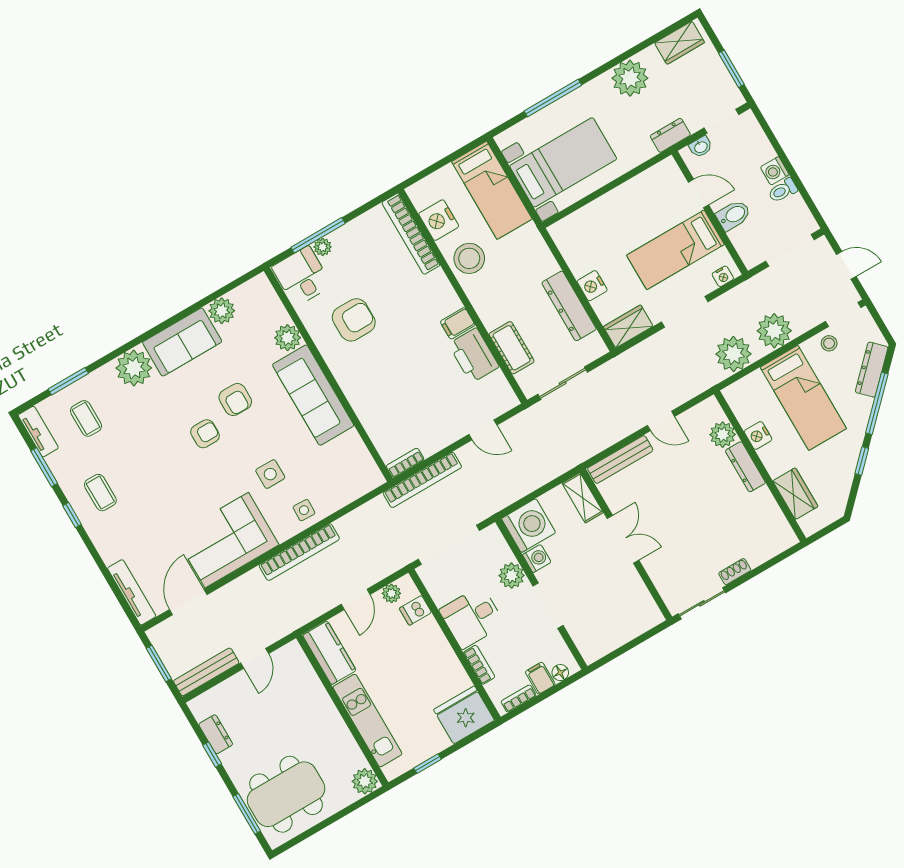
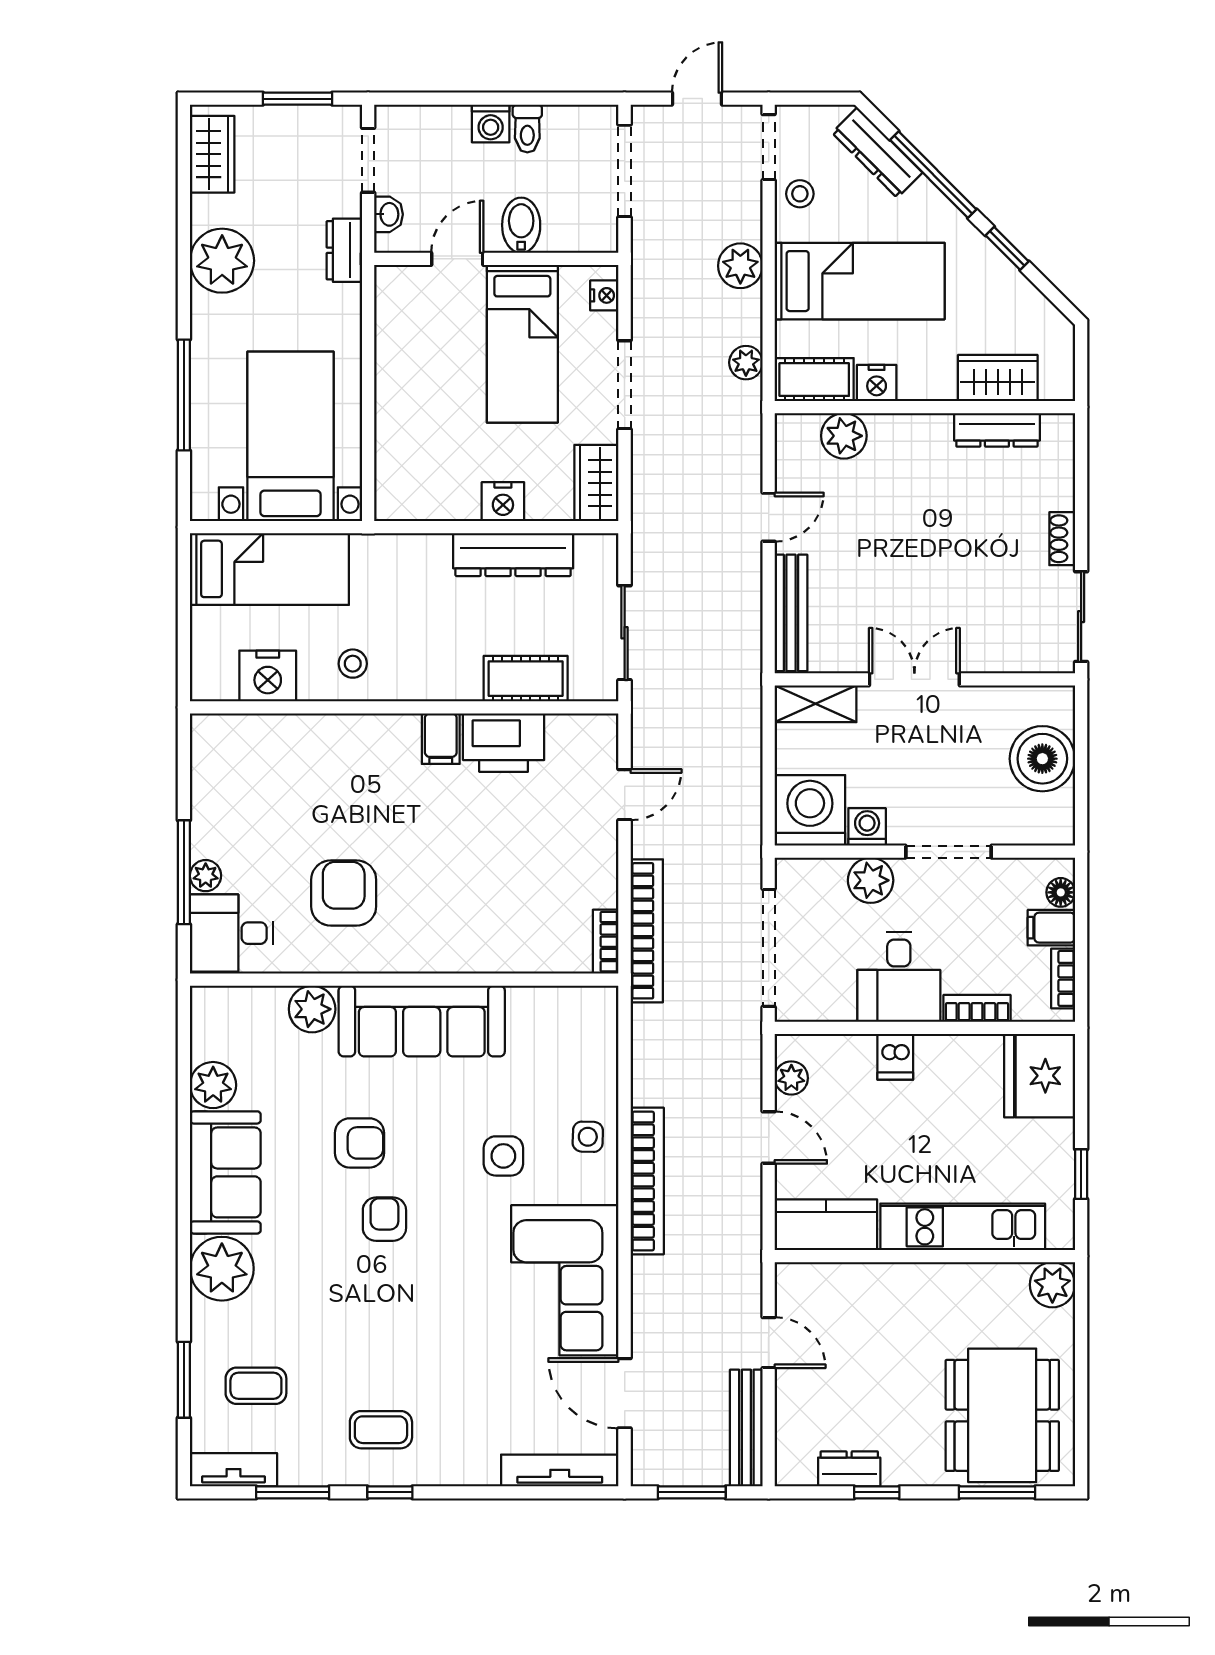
bookcase: (411, 234) -> (264, 730), removed
stool: (469, 258) -> (353, 664), width x0.53, depth x0.53
plant: (774, 331) -> (740, 266), width x0.73, depth x0.73
plant: (733, 354) -> (746, 363), width x0.53, depth x0.53
cot: (742, 404) -> (814, 380), added
dresser: (745, 467) -> (997, 430), moved
dishwasher: (415, 610) -> (895, 1057), moved
boiler: (621, 625) -> (1042, 759), added

